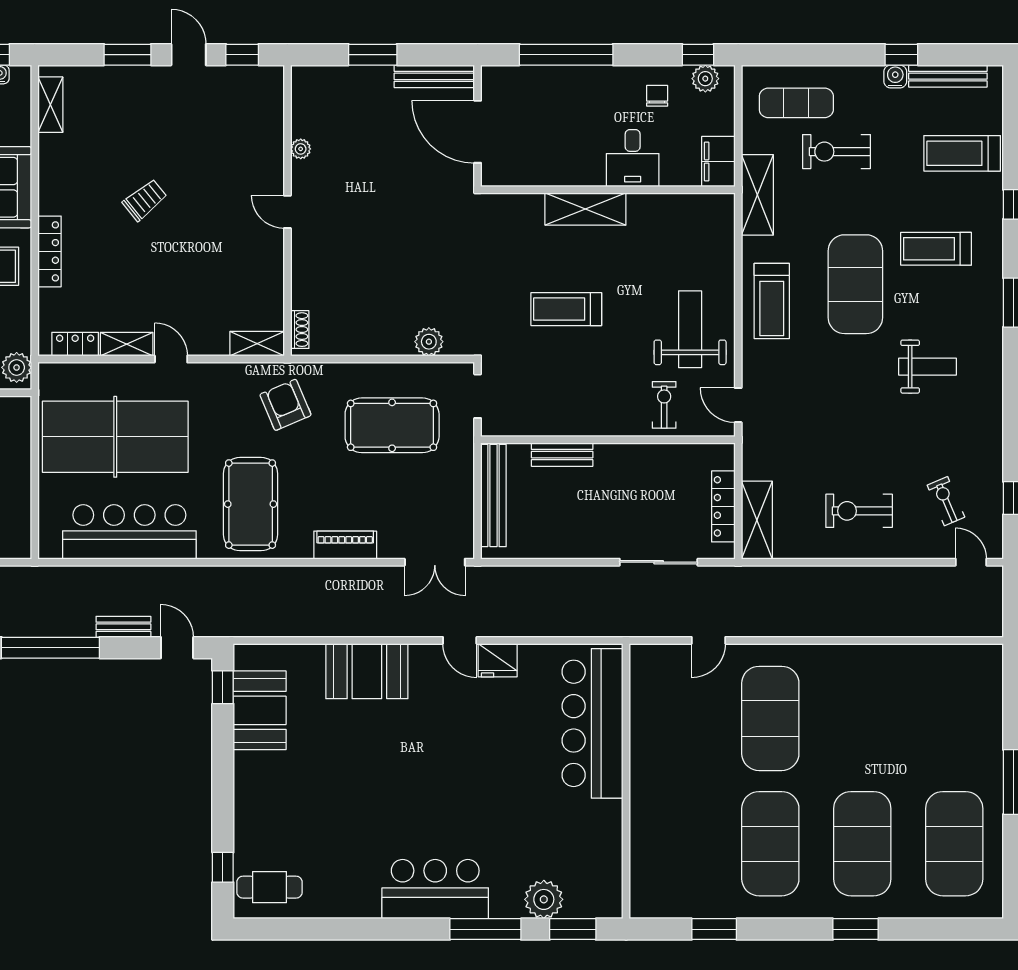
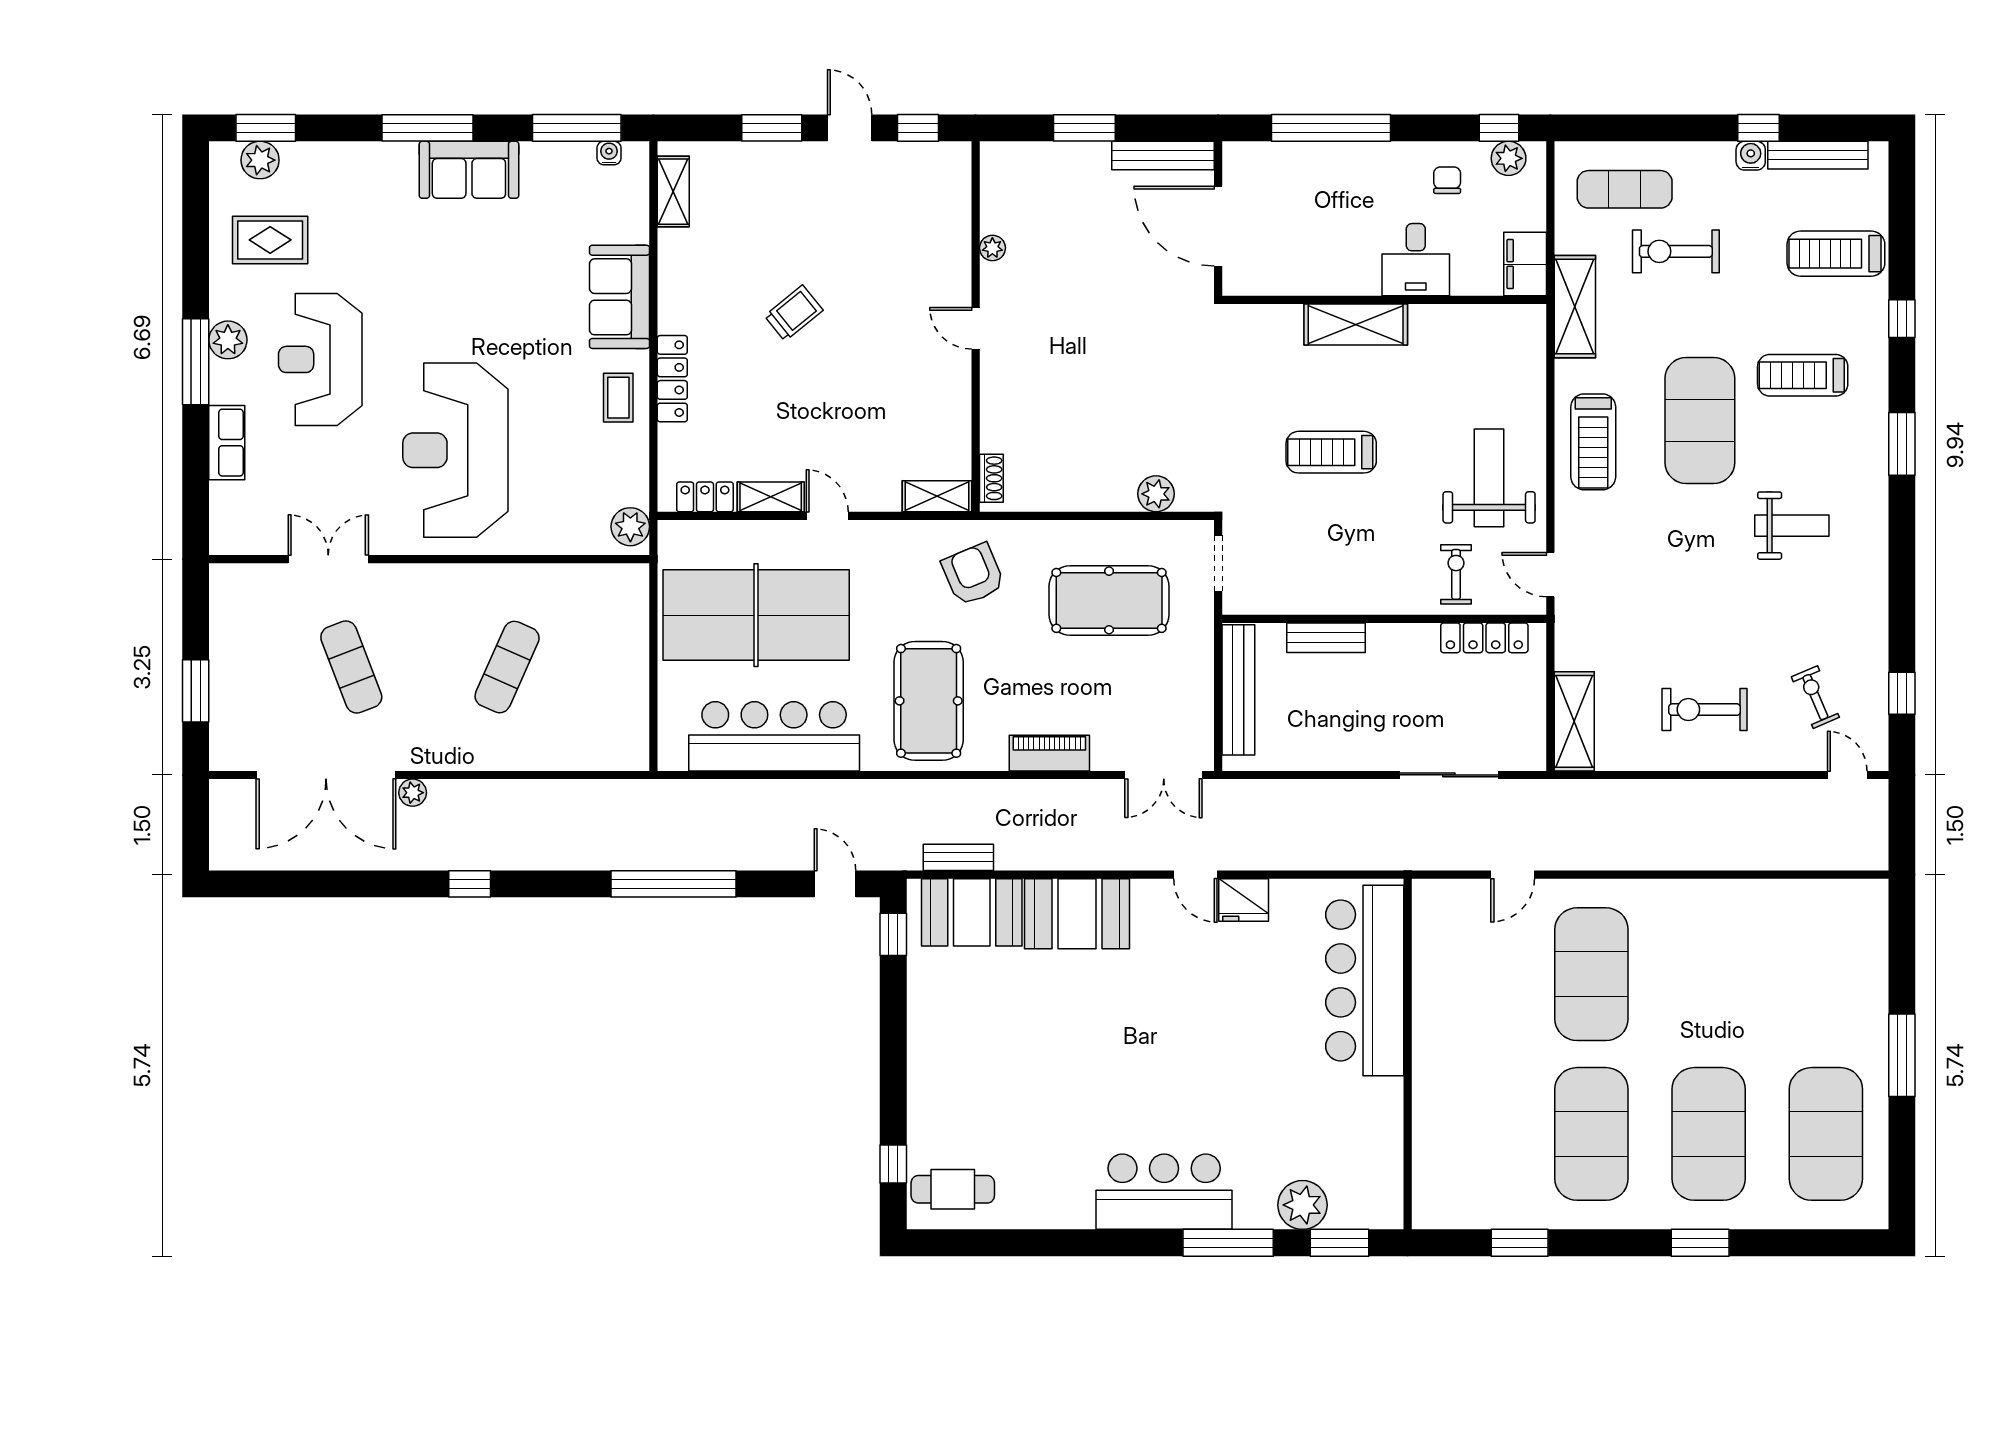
locker: (723, 506) -> (1484, 638), moved, turned -90
bench: (123, 627) -> (958, 857), moved
booth: (260, 710) -> (972, 912), moved, turned 90

